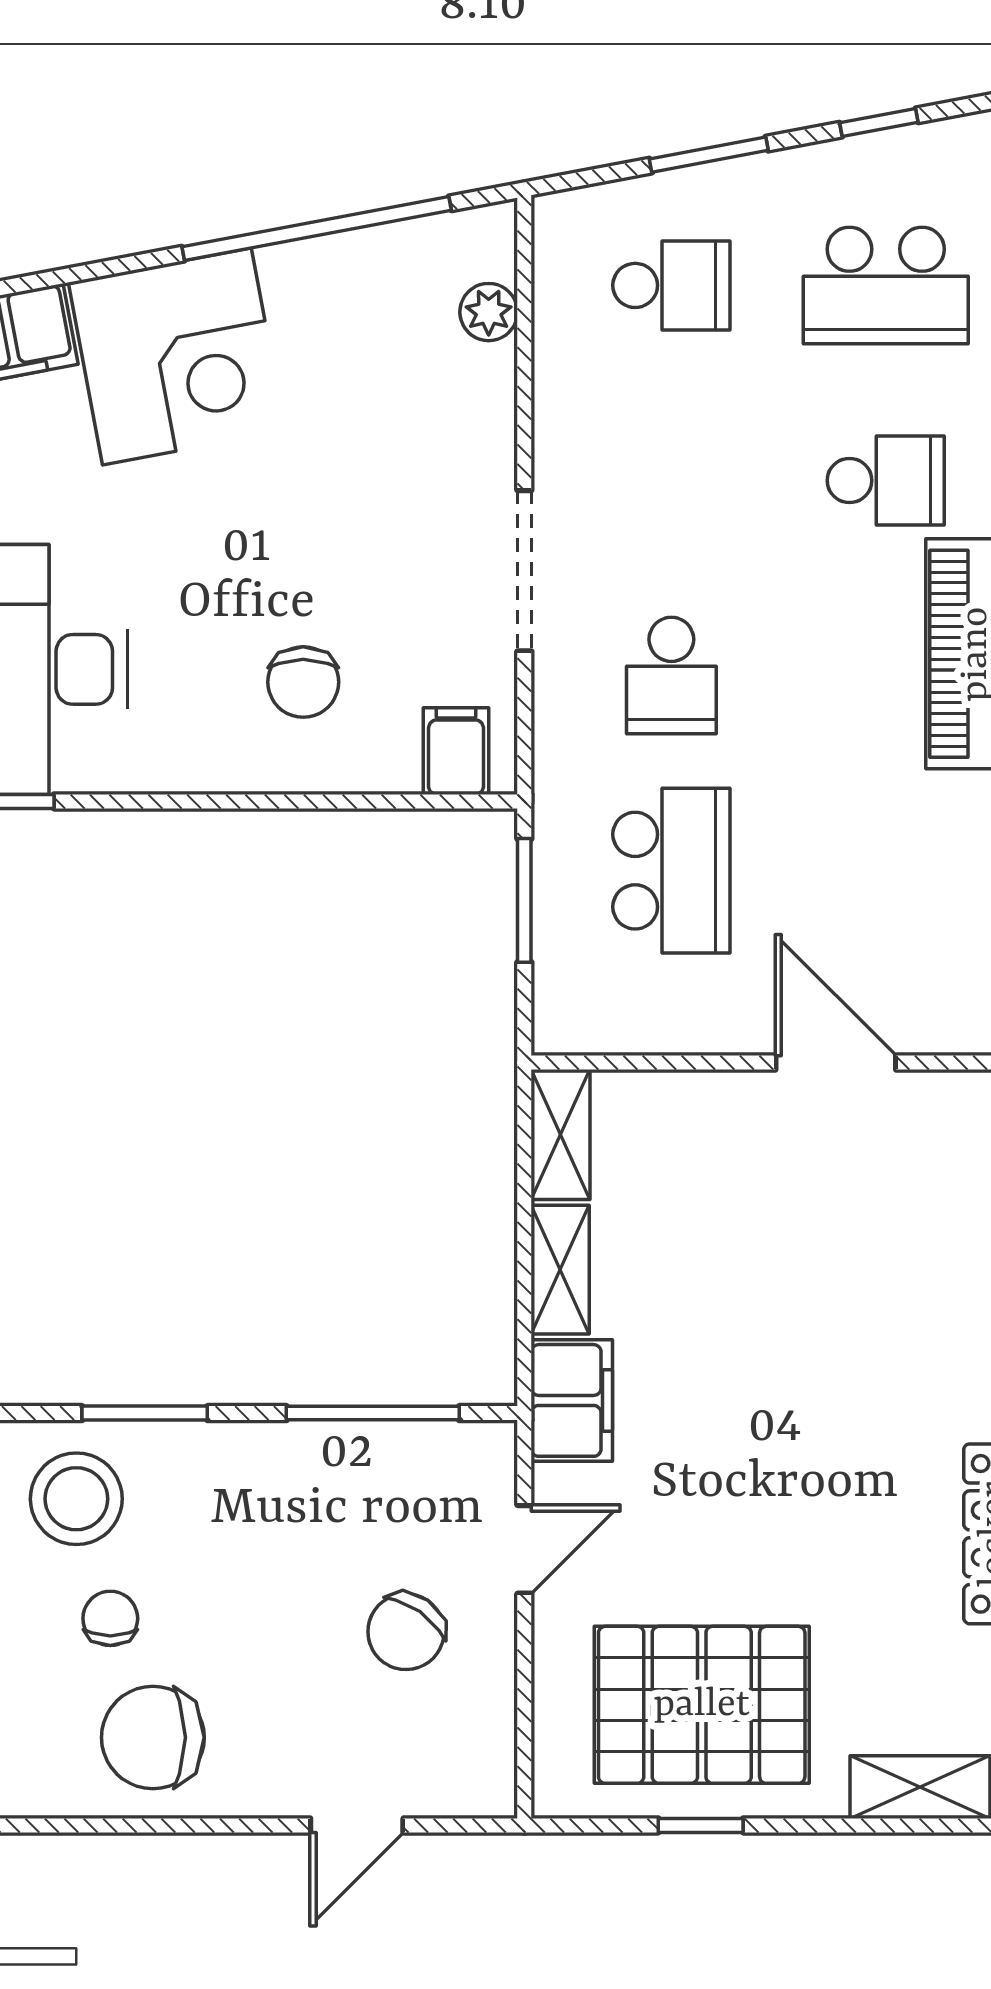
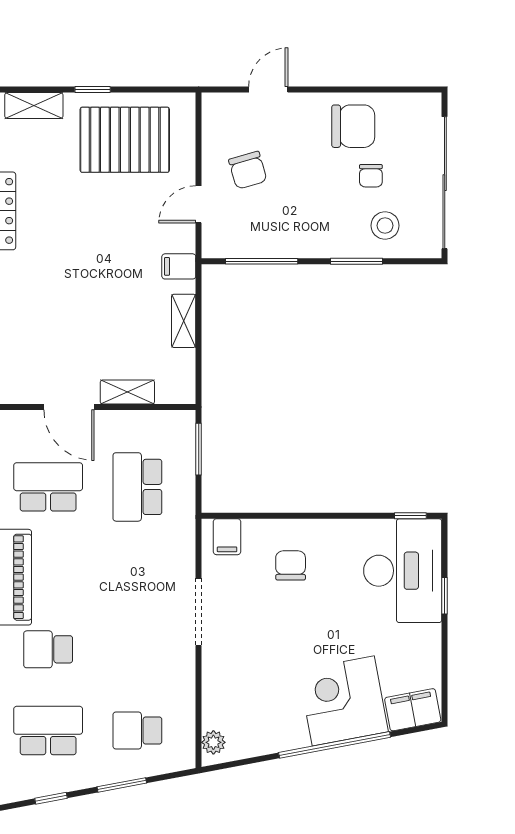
window: (317, 229) -> (335, 745), moved
plant: (489, 312) -> (213, 742), moved
school desk: (671, 676) -> (48, 487), moved, width x1.85
window: (524, 900) -> (199, 449), moved
shelving: (560, 1135) -> (127, 392), moved, turned 90
filing cabinet: (572, 1400) -> (179, 266), width x0.50
stool: (76, 1499) -> (385, 226), width x0.73, depth x0.73
chair: (406, 1632) -> (248, 170), turned 129
window: (701, 1825) -> (93, 90), moved

